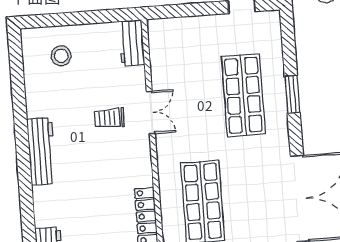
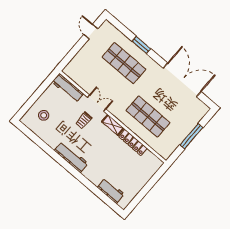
workbench: (132, 43) -> (68, 88), width x1.38
shelving: (143, 165) -> (113, 125), added

